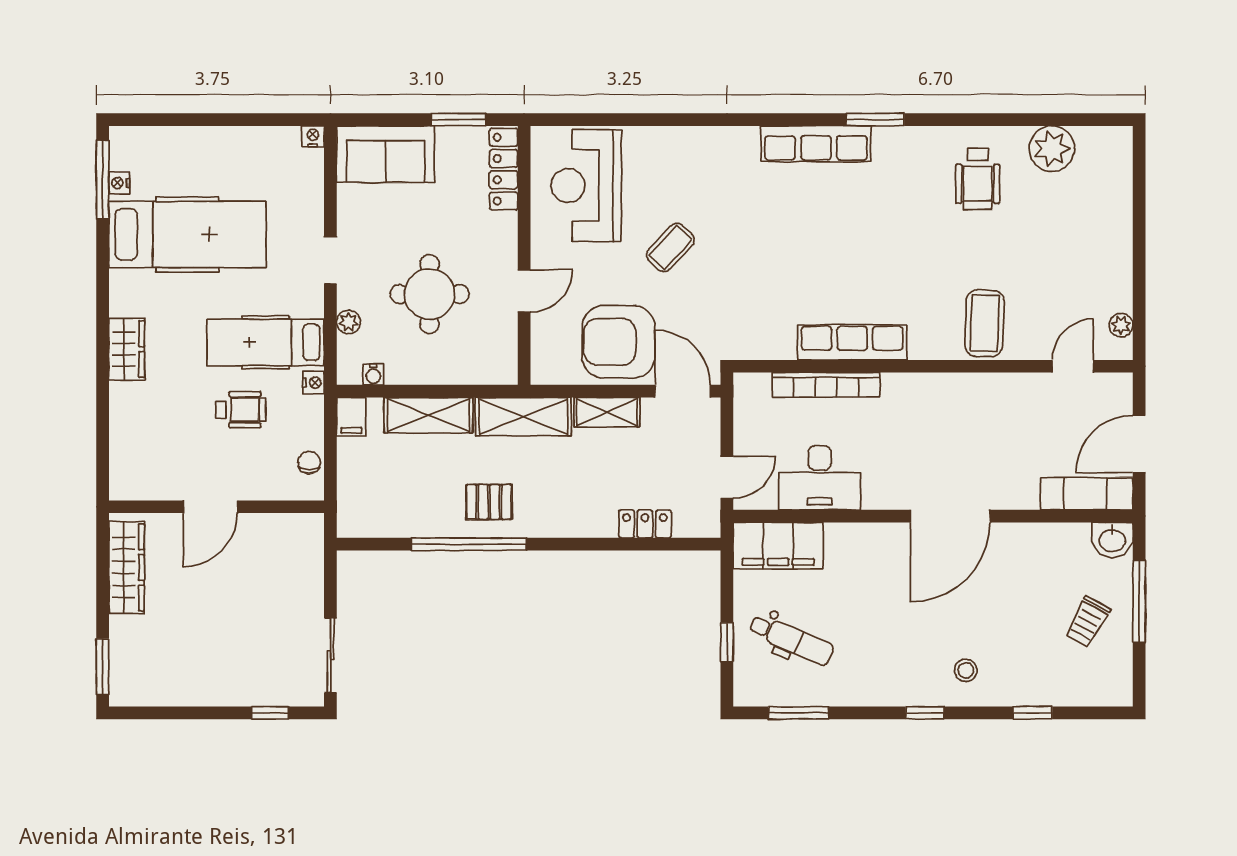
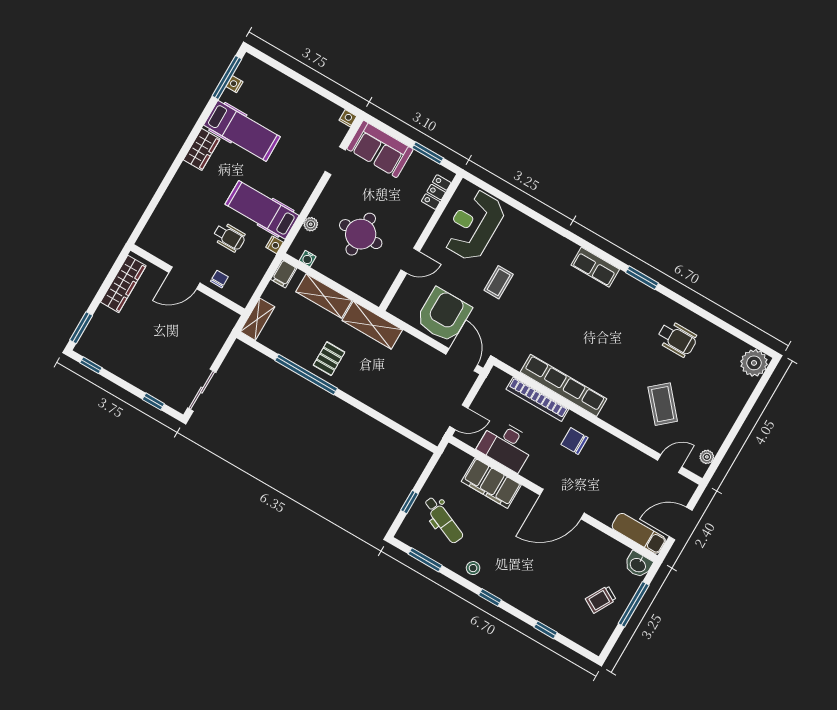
row of seats: (816, 144) -> (595, 267), width x0.68
plant: (1052, 149) -> (754, 363), moved
locker: (504, 169) -> (436, 192), width x0.66
wheelchair: (978, 179) -> (677, 339), turned -90
hospital bed: (187, 234) -> (242, 131), width x0.73, depth x0.78
coffee table: (671, 247) -> (499, 282), turned -43
doorway: (330, 260) -> (335, 161), moved
coffee table: (985, 323) -> (663, 404), moved, turned -43
armchair: (618, 342) -> (444, 315), turned 90
row of seats: (852, 342) -> (563, 385), width x1.36
wardrobe: (127, 349) -> (202, 149), moved
shelving: (607, 412) -> (257, 319), moved, turned 90
chair: (915, 414) -> (575, 441), added
chair: (309, 463) -> (219, 279), moved
pallet: (489, 502) -> (329, 359), turned 90
locker: (645, 524) -> (403, 417), removed
filing cabinet: (778, 546) -> (491, 483), moved
stool: (966, 670) -> (473, 568), moved
window: (149, 713) -> (91, 365), added

